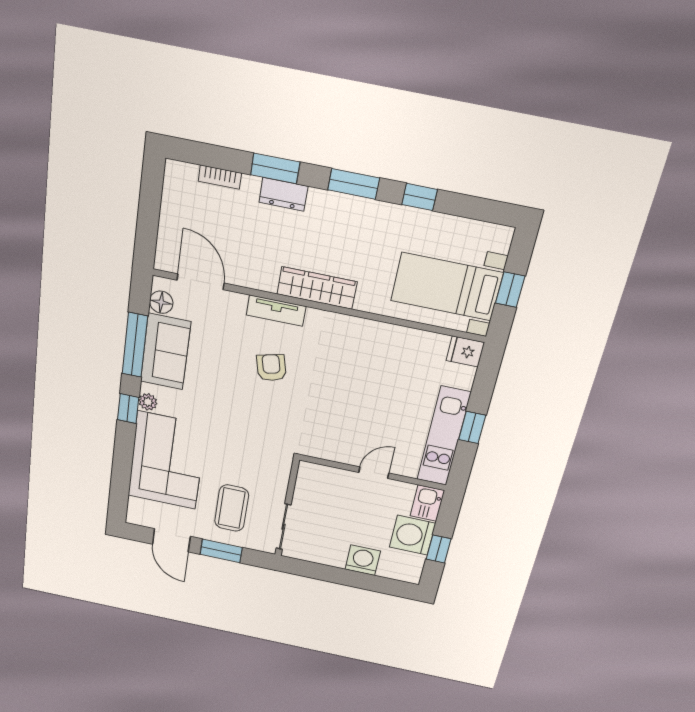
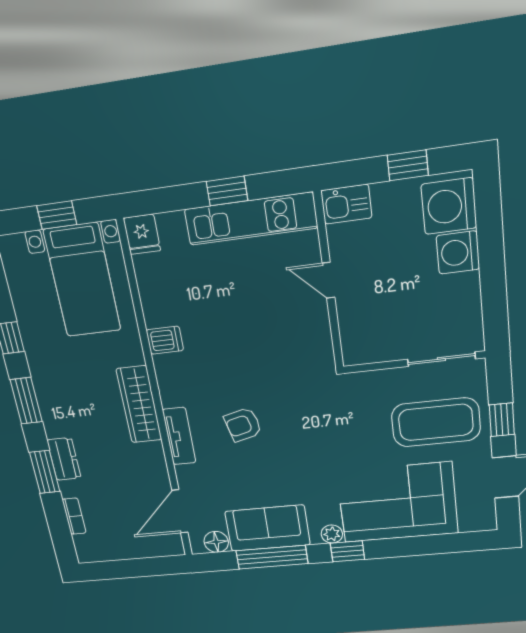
dishwasher: (369, 334) -> (165, 340), added
coffee table: (232, 508) -> (436, 422), width x1.36, depth x1.32
washing machine: (412, 535) -> (449, 206), moved, turned 90
window: (221, 551) -> (502, 420), width x0.67

